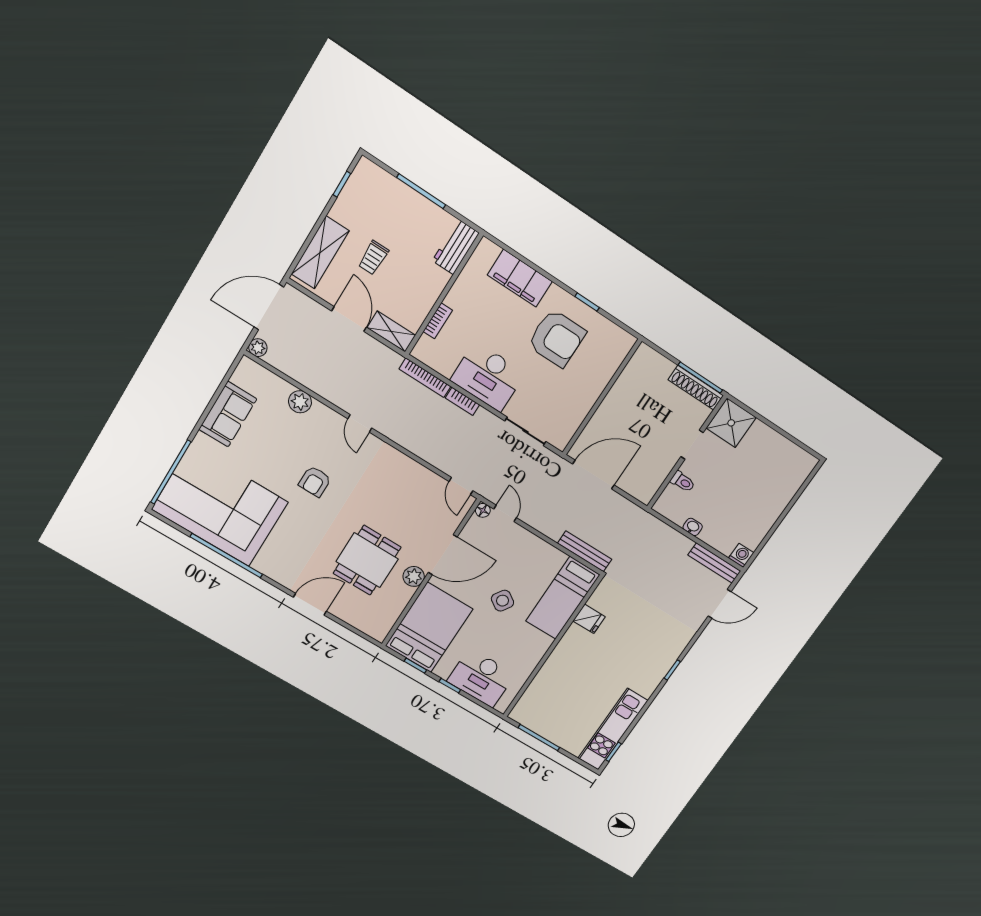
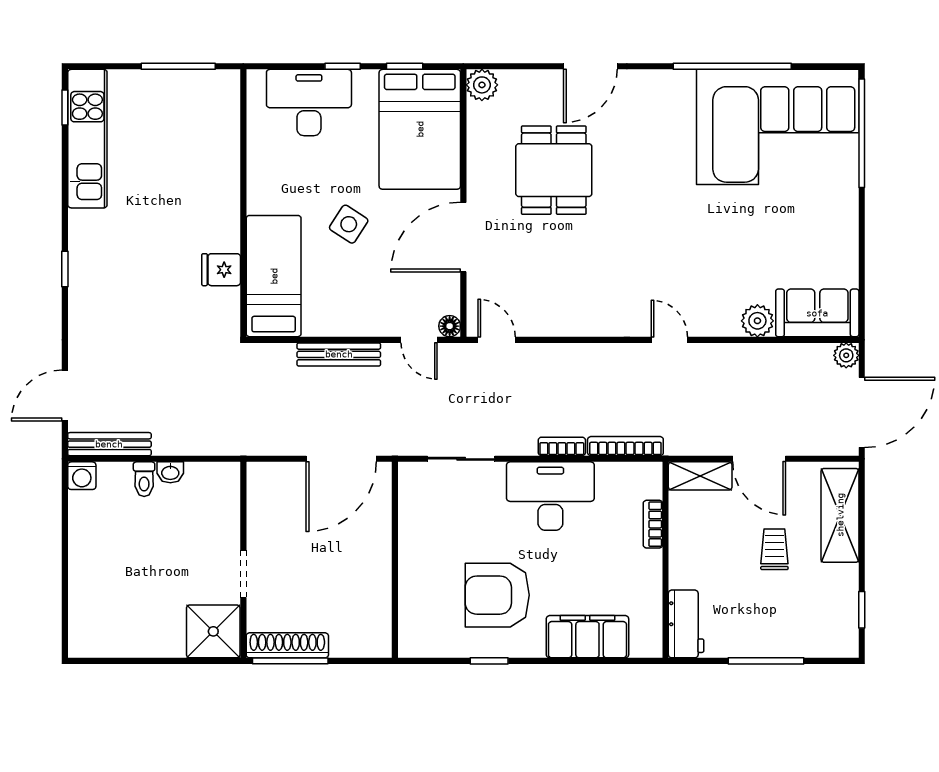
sofa: (228, 414) -> (817, 313), moved, turned 90
armchair: (315, 481) -> (680, 232), removed
toilet: (683, 482) -> (144, 479), moved, turned -90
bench: (585, 551) -> (339, 354), moved
plant: (414, 576) -> (482, 85), moved

